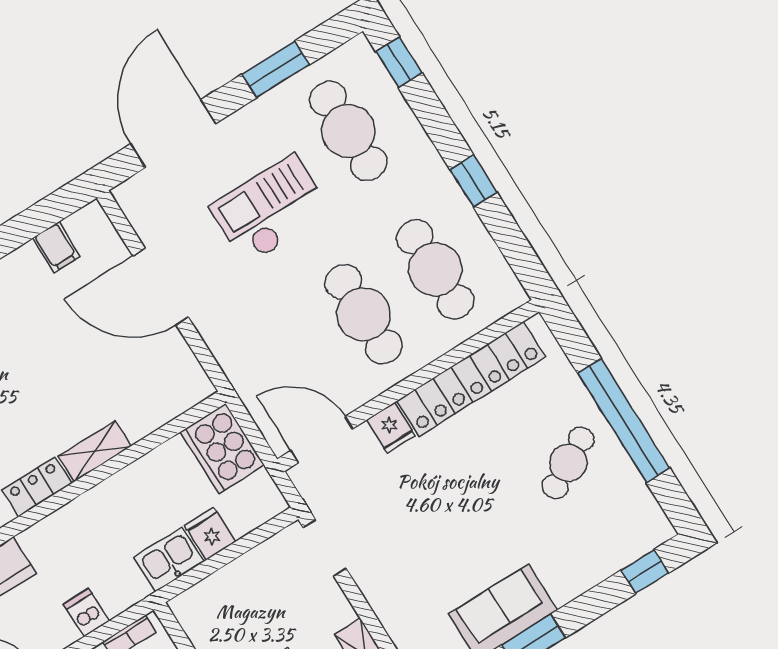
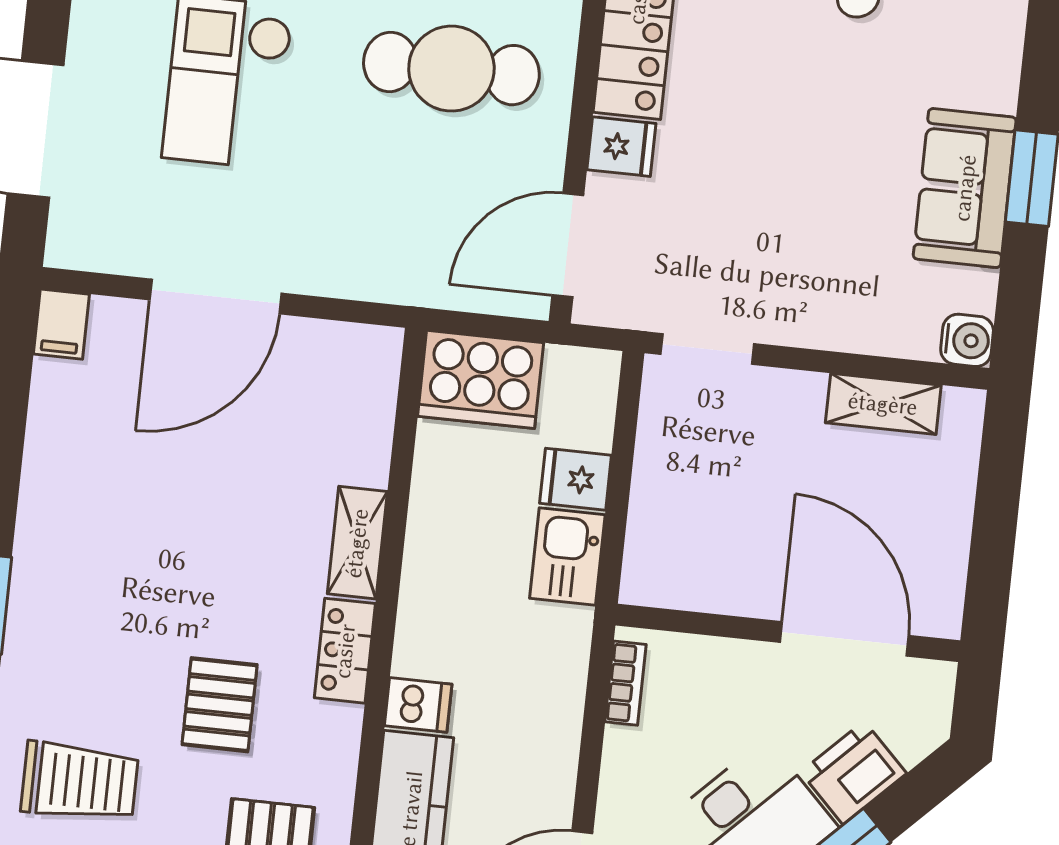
filing cabinet: (56, 247) -> (61, 324), moved, turned 90
dishwasher: (86, 613) -> (418, 705), moved, turned 180

